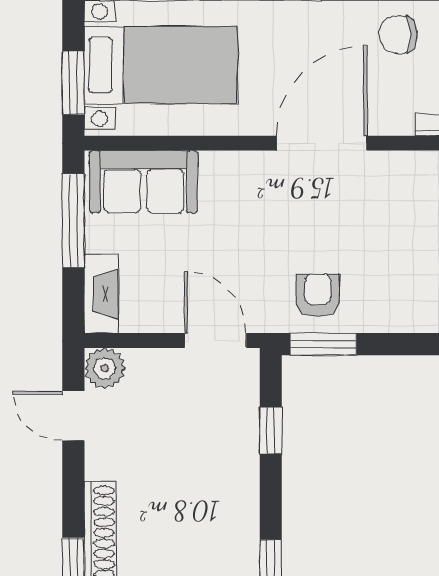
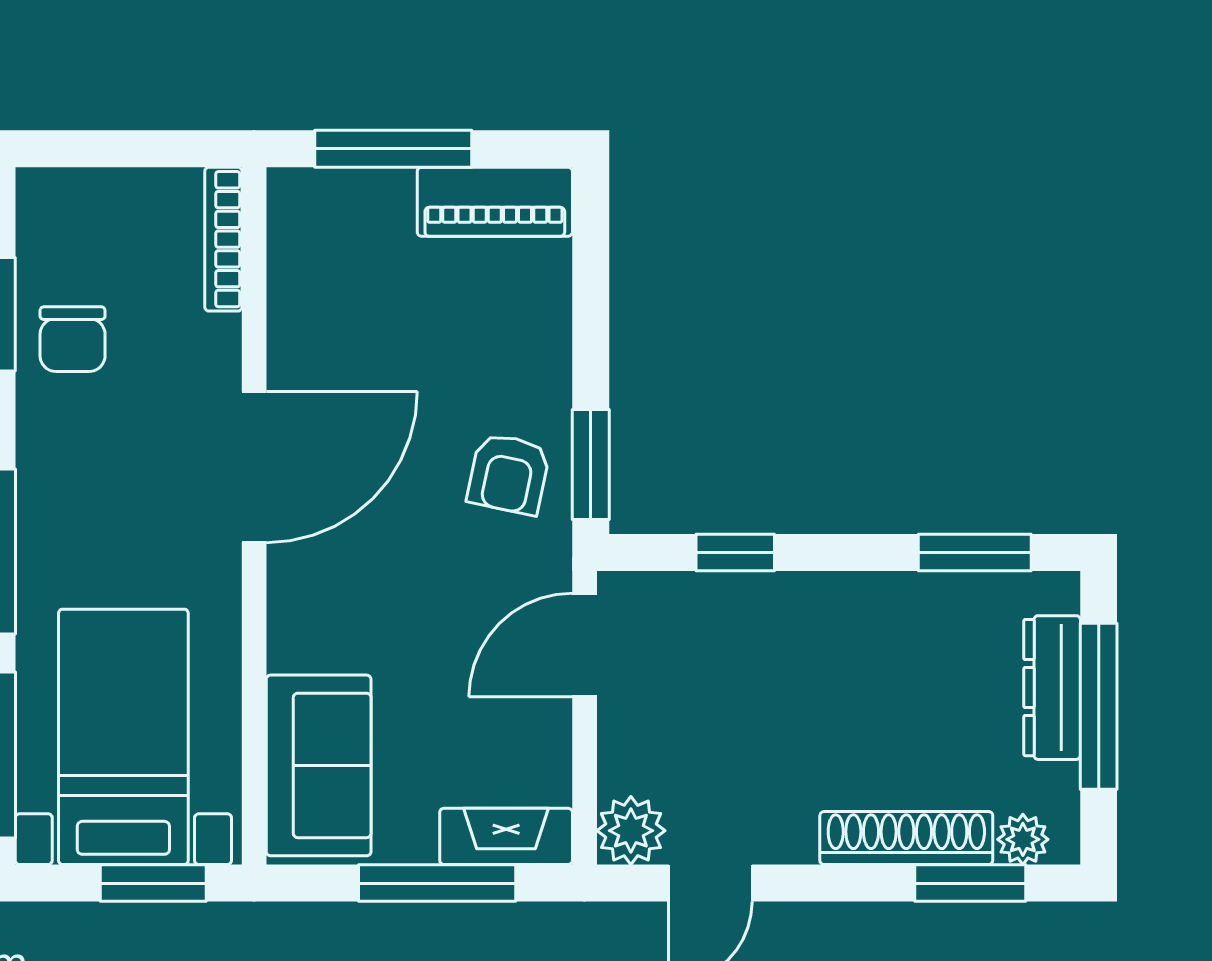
door: (322, 143) -> (254, 467), swing flipped
window: (73, 221) -> (437, 883), moved
armchair: (318, 295) -> (509, 474), turned -78

